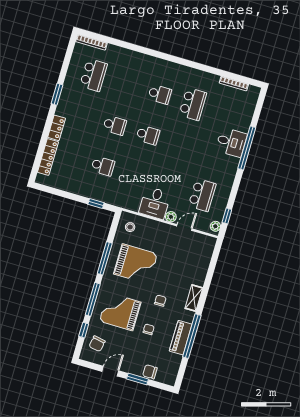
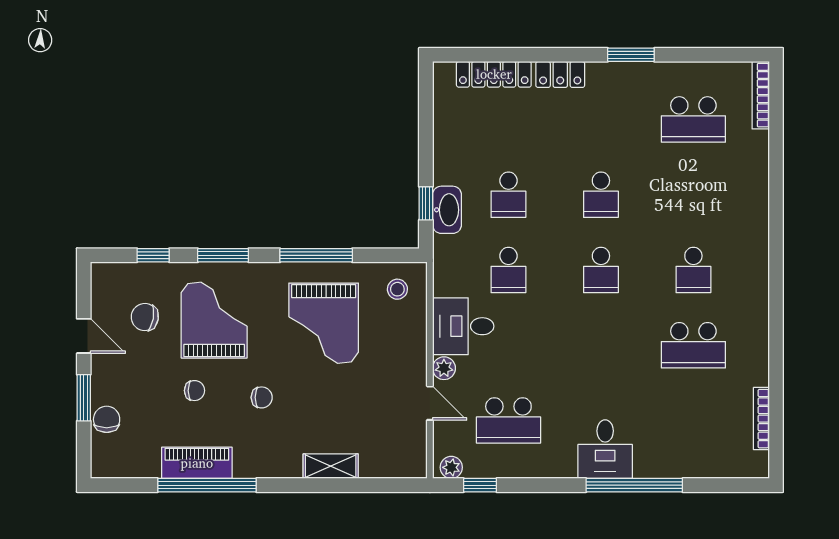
desk: (231, 142) -> (605, 449), moved
school desk: (136, 176) -> (508, 270), added
washbasin: (102, 195) -> (447, 210), added
shelving: (194, 298) -> (331, 466), moved
window: (93, 299) -> (223, 255), width x0.69
chair: (97, 344) -> (145, 317), moved

